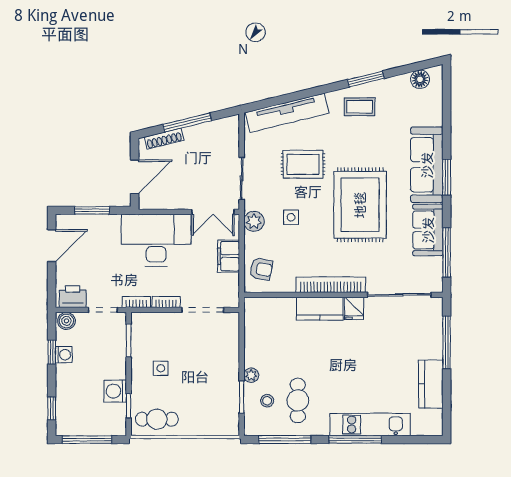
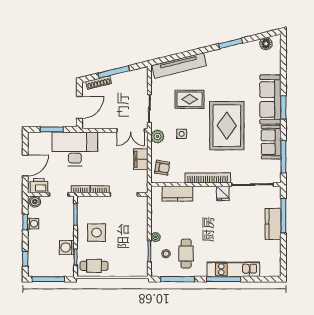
coffee table: (359, 107) -> (226, 62), removed
desk: (156, 240) -> (75, 149), moved
door: (52, 246) -> (25, 165), moved
kitchen counter: (320, 309) -> (177, 194), moved
side table: (161, 368) -> (97, 233), width x1.87, depth x1.87
kitchen counter: (431, 384) -> (273, 224), moved

